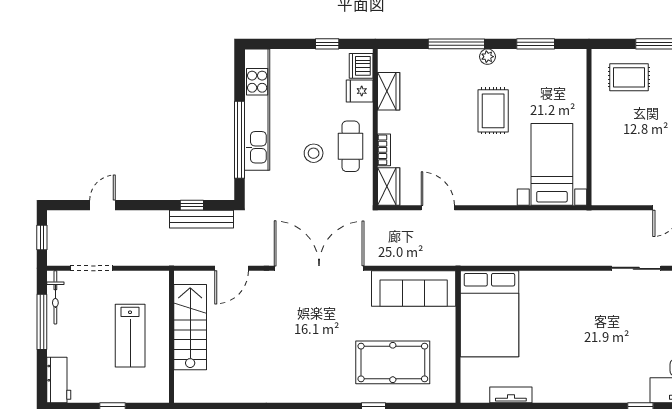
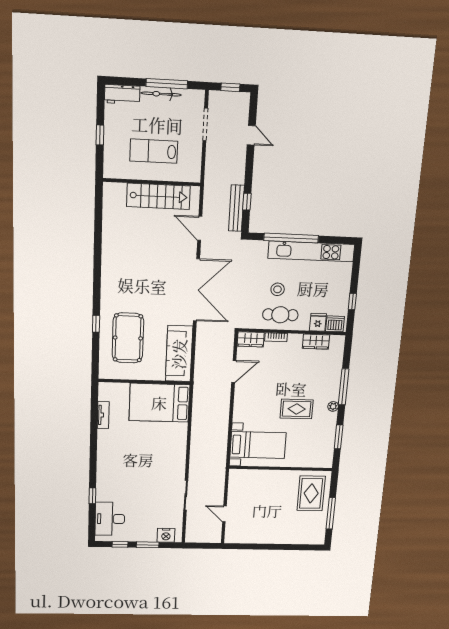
rug: (629, 77) -> (311, 493), width x1.36, depth x1.43
bicycle: (55, 297) -> (161, 94), moved

